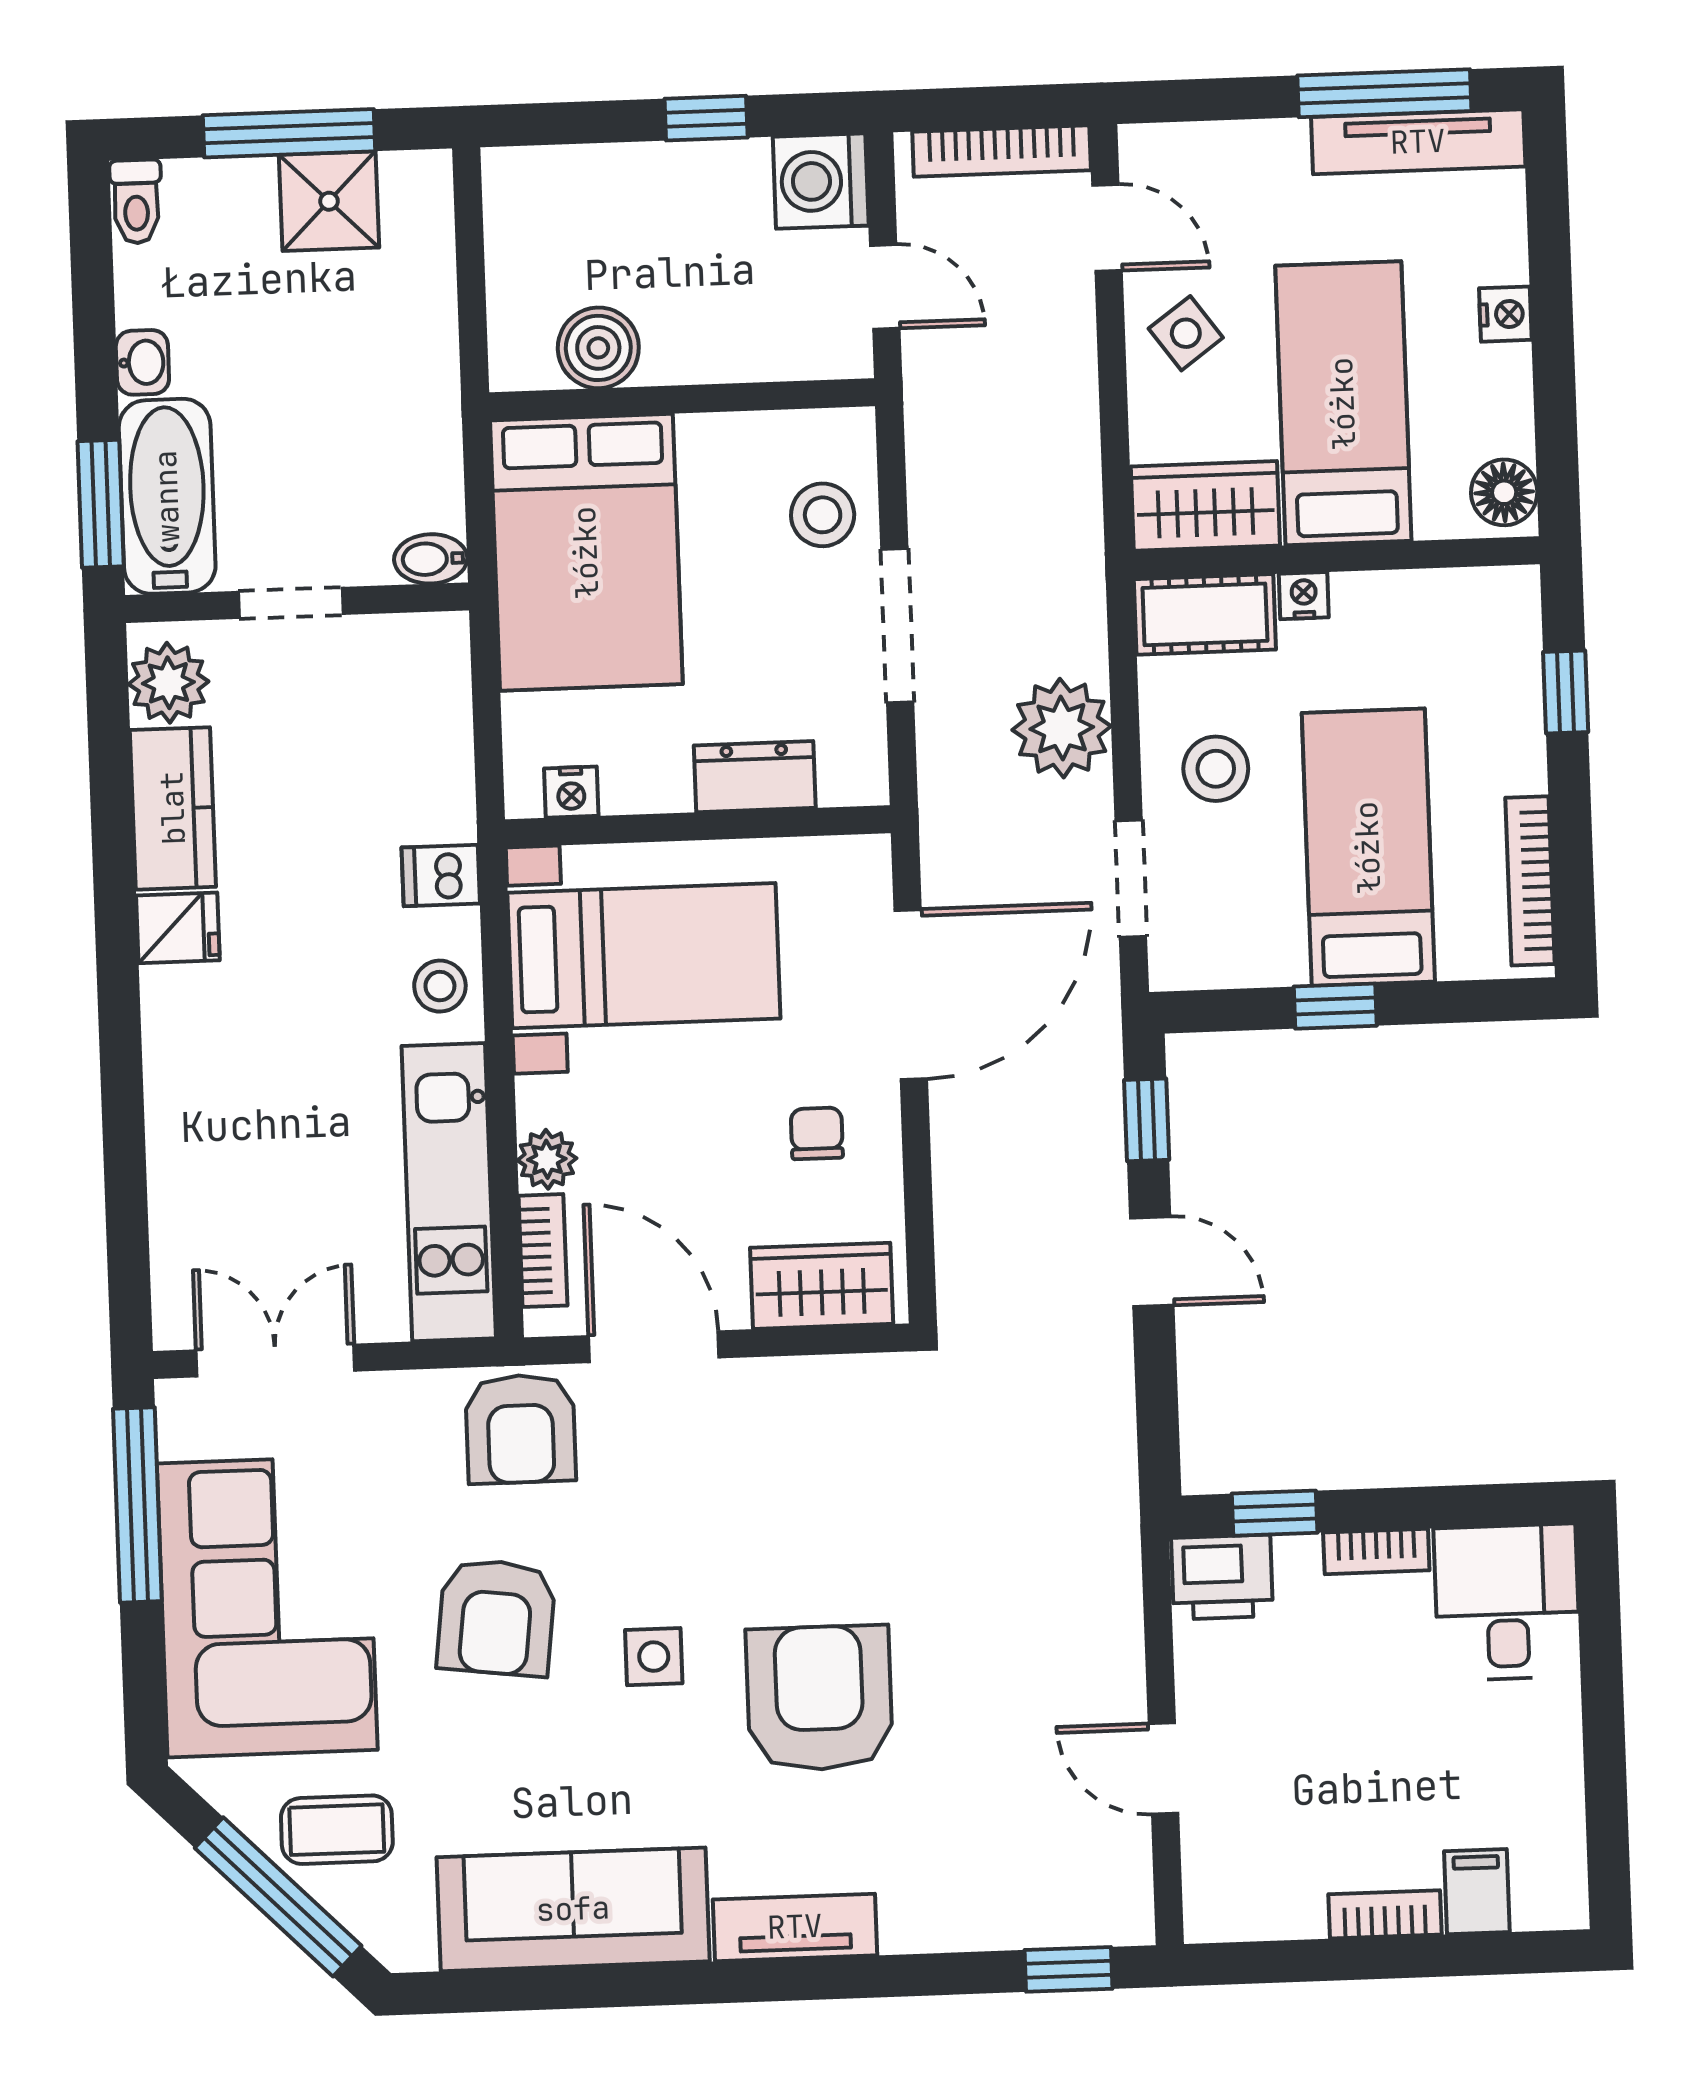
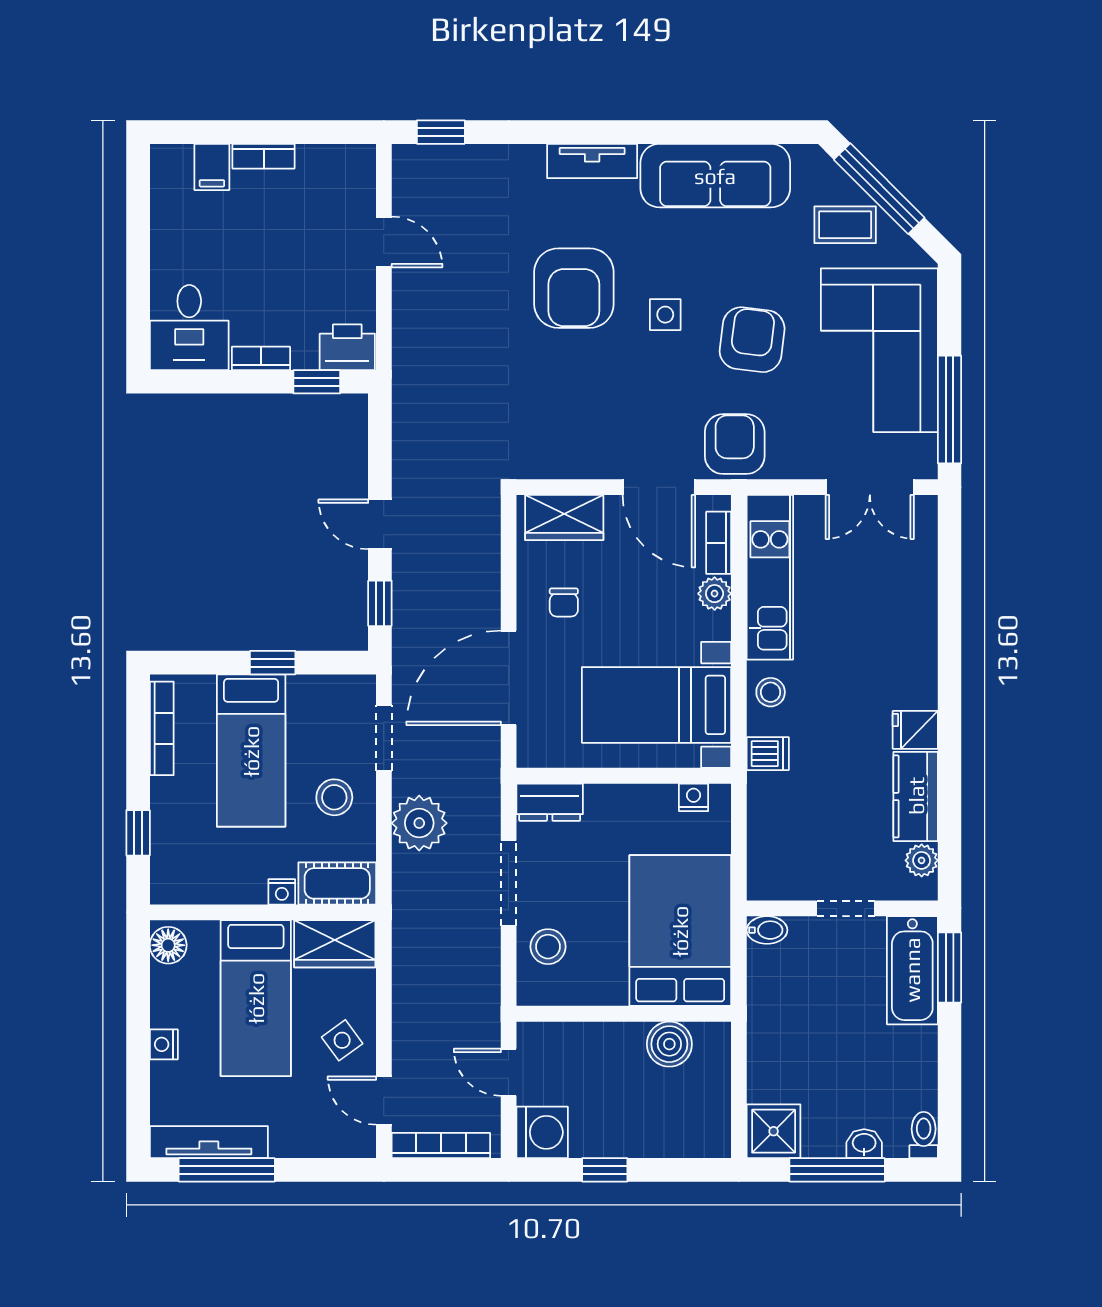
shower: (329, 201) -> (774, 1131), moved
washbasin: (142, 362) -> (864, 1144), moved, turned 90
plant: (168, 683) -> (922, 860), width x0.73, depth x0.73
dresser: (755, 777) -> (550, 802), moved

